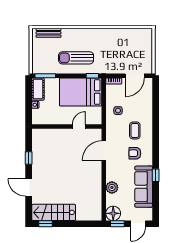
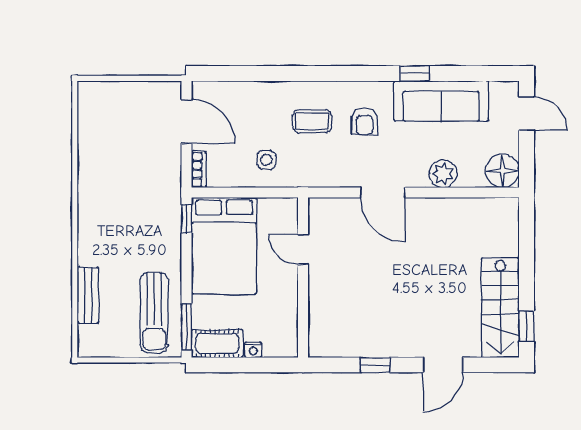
bench: (48, 33) -> (88, 295), moved
sun lounger: (76, 58) -> (154, 312), moved
door: (104, 151) -> (383, 192), moved
window: (117, 224) -> (527, 161), removed

